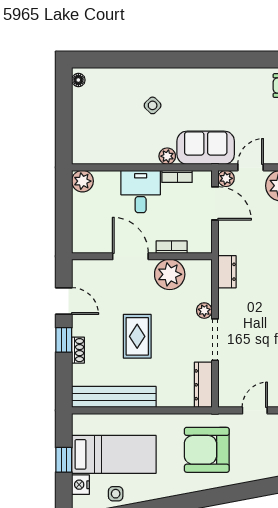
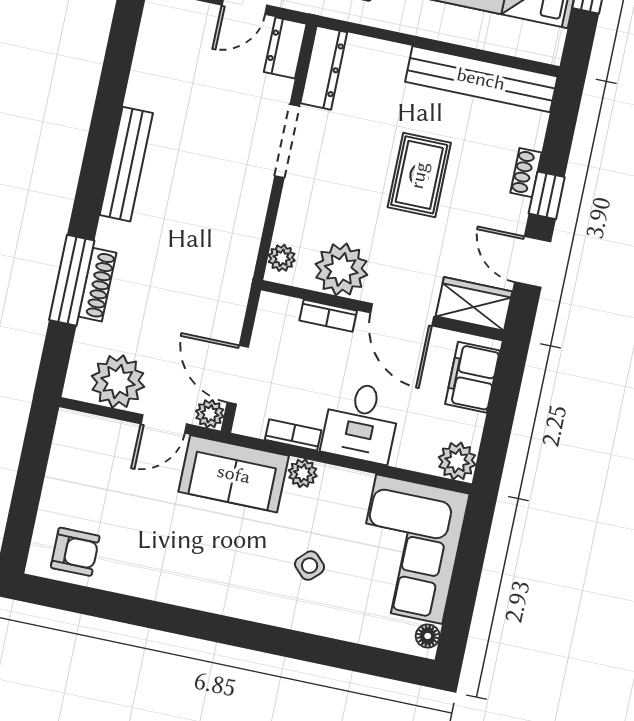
corner sofa: (99, 126) -> (409, 549), added
filing cabinet: (84, 230) -> (472, 377), added
wardrobe: (92, 271) -> (474, 304), added
dresser: (227, 272) -> (285, 48), moved
plant: (204, 311) -> (282, 258), moved

